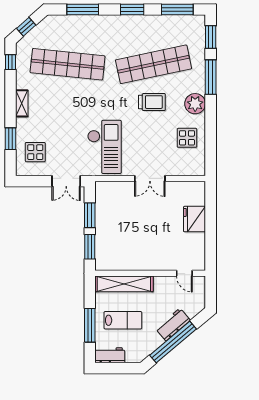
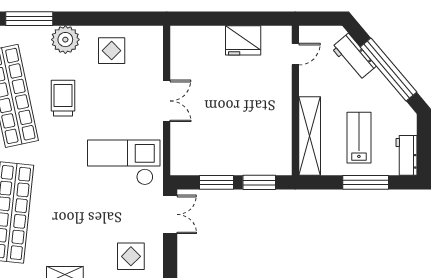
fridge: (194, 219) -> (243, 40), moved
workbench: (173, 324) -> (354, 57), moved

